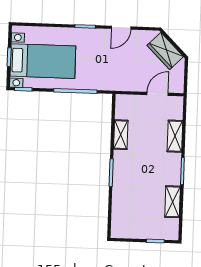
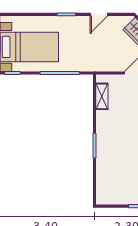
shelving: (121, 135) -> (102, 96), moved

